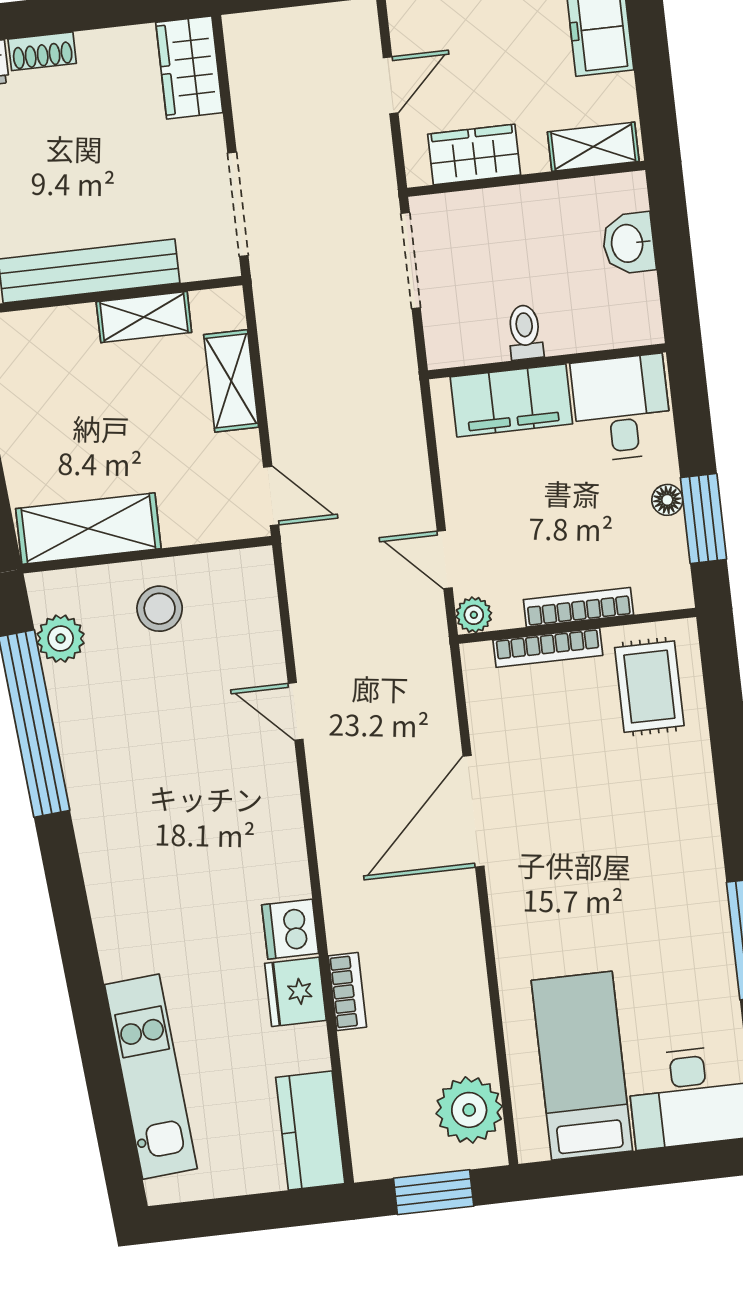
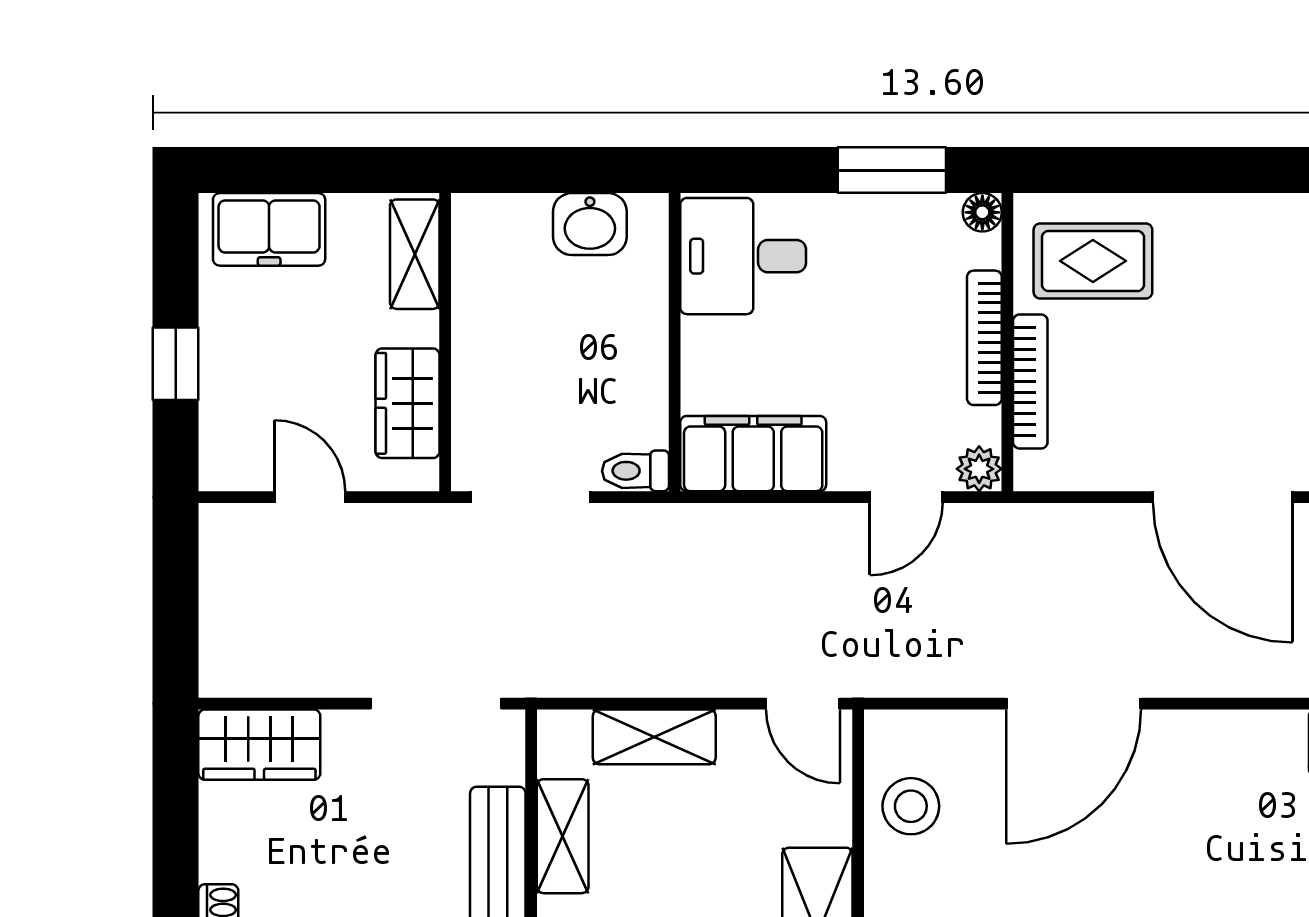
washbasin: (629, 243) -> (590, 224), moved
toilet: (525, 332) -> (635, 471), moved
filing cabinet: (511, 400) -> (753, 454), moved, turned -90
door: (271, 496) -> (803, 704), swing flipped
floor lamp: (667, 500) -> (982, 212), moved
stool: (160, 609) -> (911, 806), moved
door: (296, 711) -> (1074, 704), width x1.88

